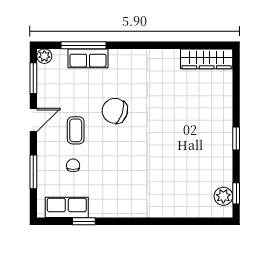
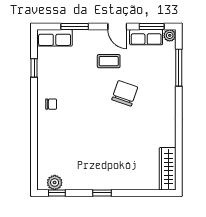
row of seats: (88, 58) -> (146, 37), moved, turned -90
chair: (73, 165) -> (51, 104), moved
row of seats: (67, 207) -> (55, 38), moved, turned 90

